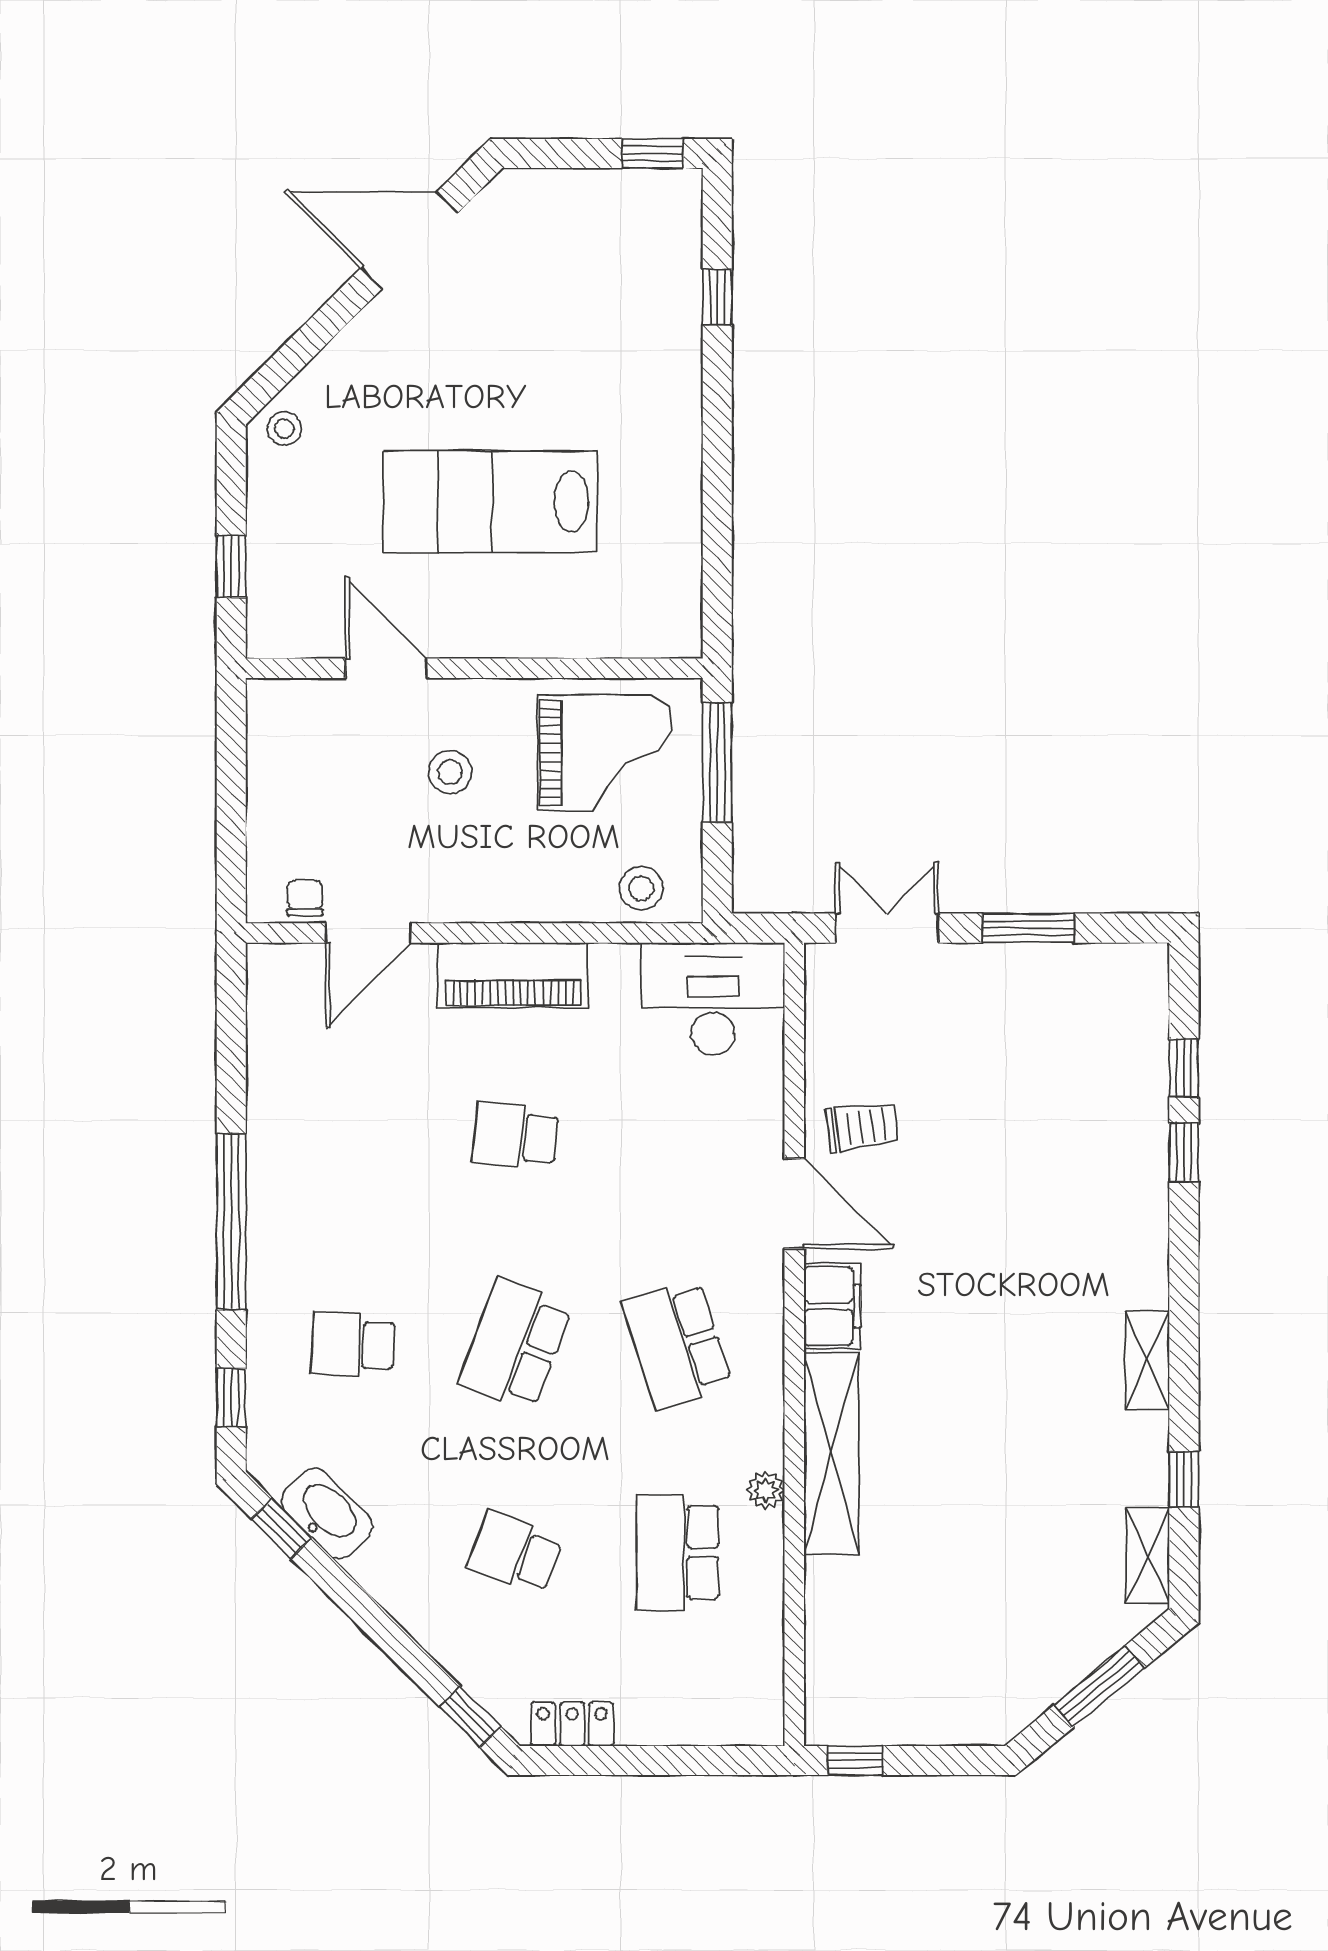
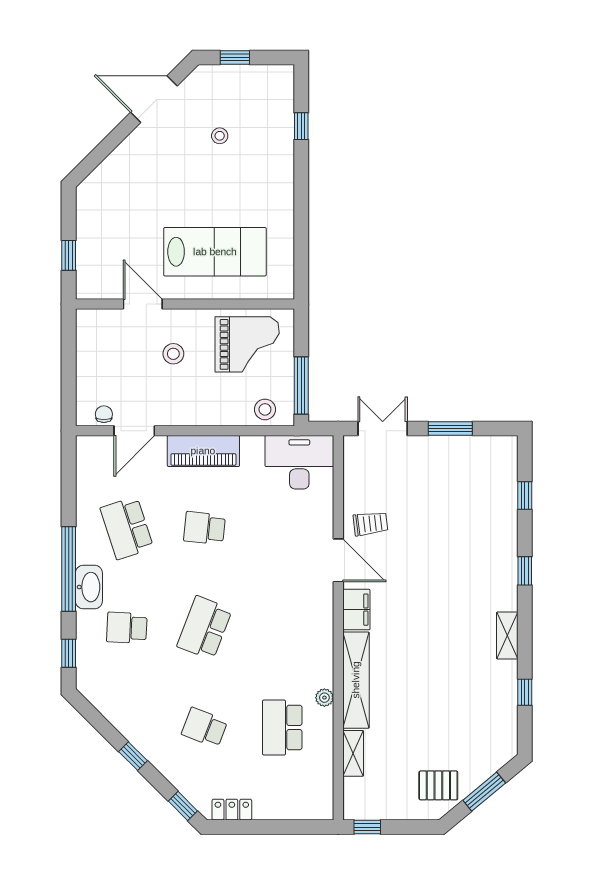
window: (652, 154) -> (235, 58), moved
stool: (284, 429) -> (220, 136), moved
lab bench: (490, 502) -> (215, 252), moved, turned 180
window: (717, 762) -> (301, 386), moved
window: (1184, 1152) -> (525, 571), moved
school desk: (677, 1344) -> (127, 528), moved
washbasin: (327, 1513) -> (89, 587), moved, turned 45
window: (282, 1528) -> (133, 756), moved
shelving: (1148, 1556) -> (353, 753), moved
pallet: (1003, 1674) -> (438, 785), added

